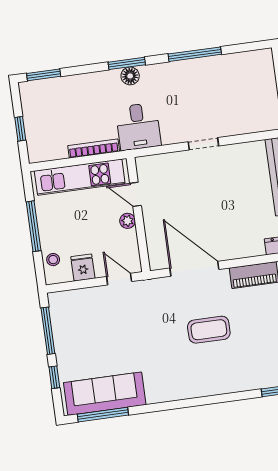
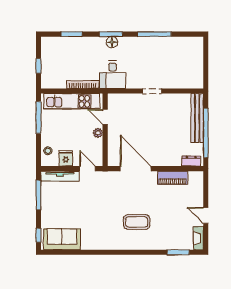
window: (44, 75) -> (72, 34), moved
window: (34, 226) -> (38, 117), moved
tv unit: (77, 297) -> (60, 176), added
coffee table: (209, 330) -> (137, 222), moved
window: (54, 377) -> (38, 235), moved
sofa: (105, 394) -> (62, 239), width x0.73
window: (103, 415) -> (66, 252), removed

